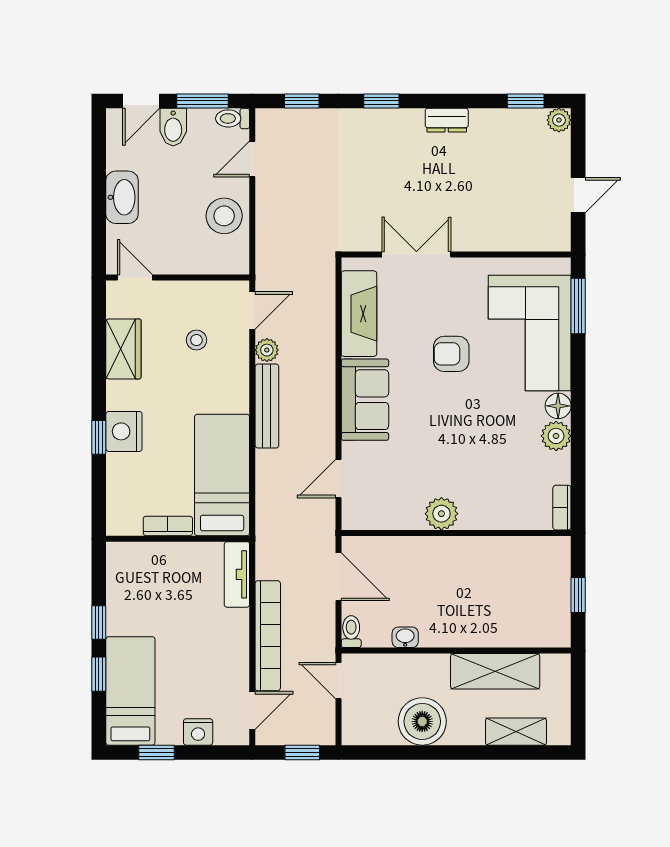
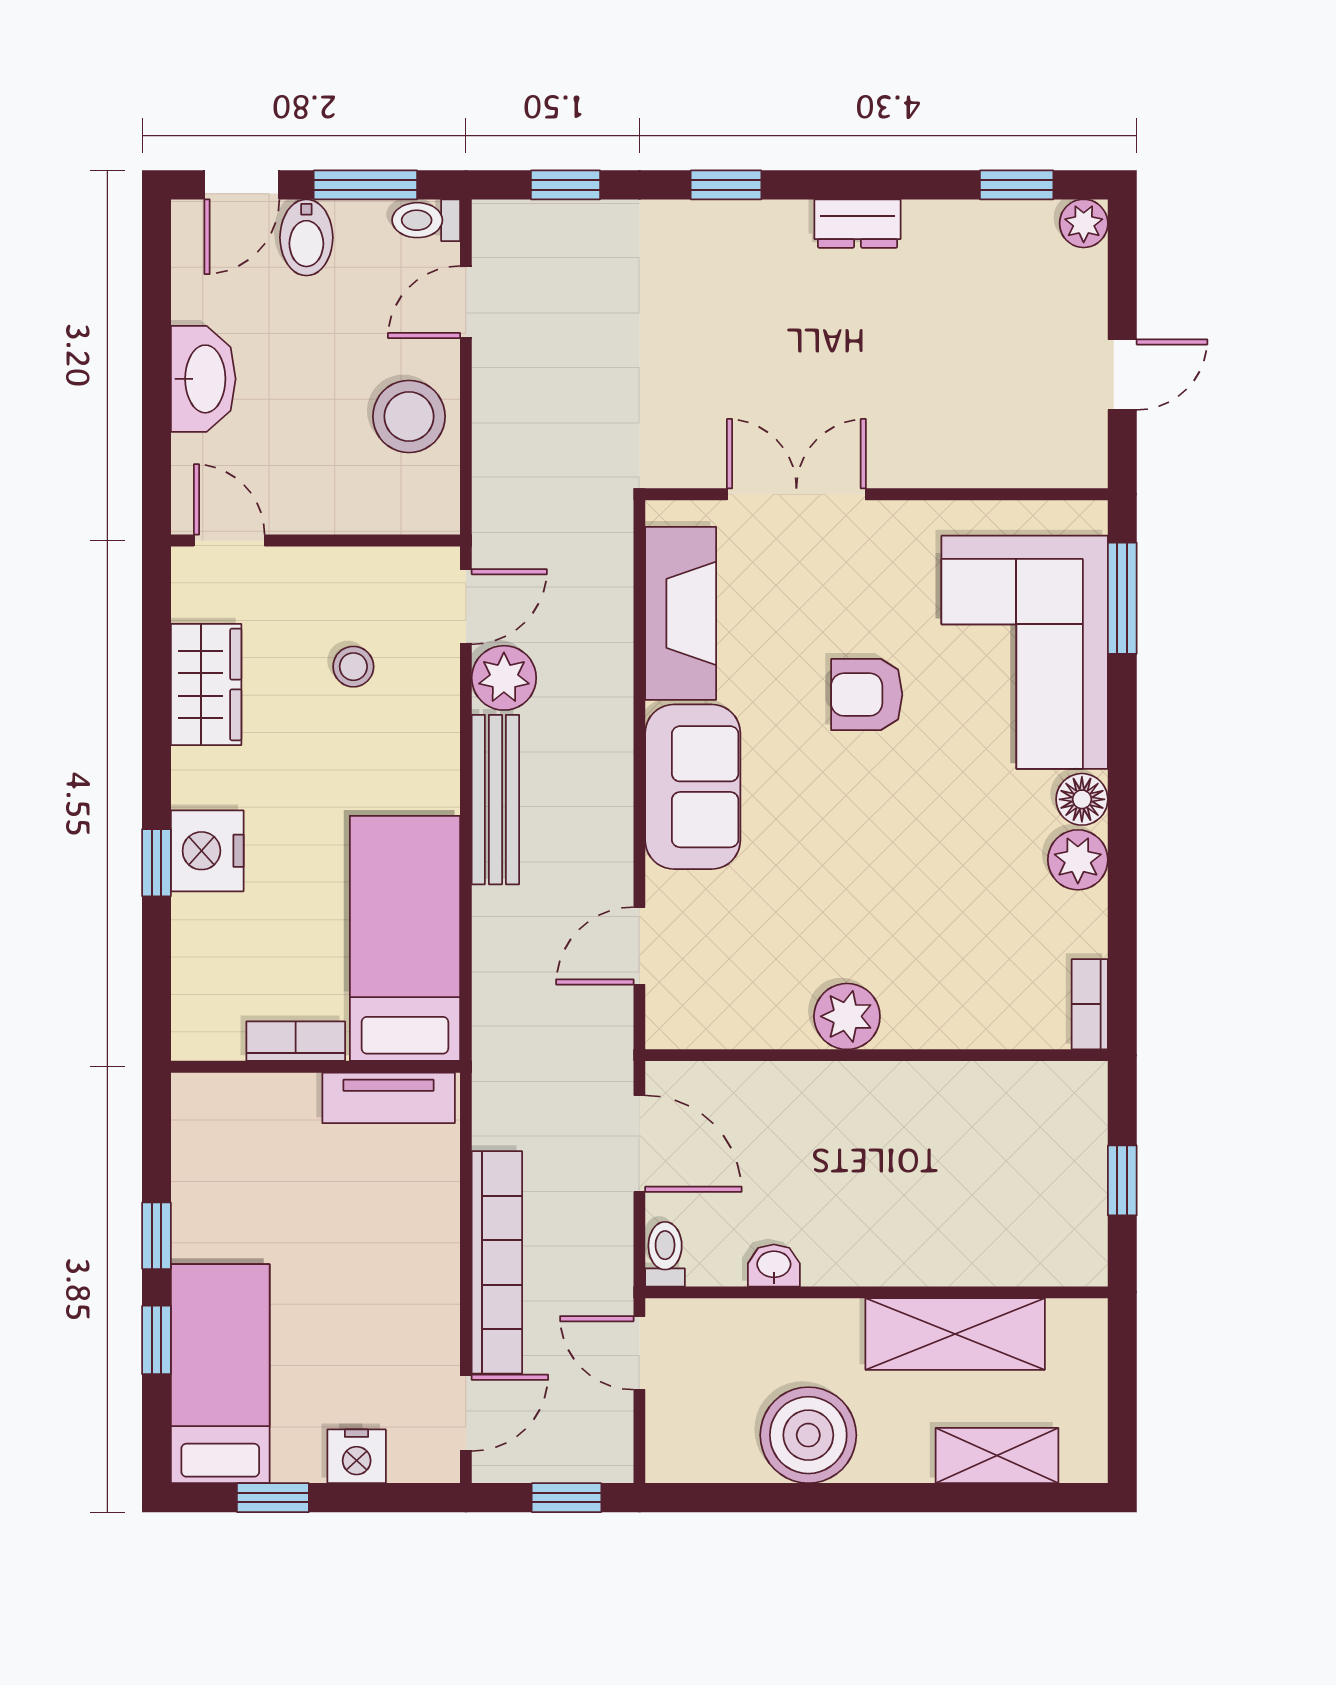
plant: (267, 350) -> (504, 678), width x1.38, depth x1.38
tv unit: (237, 574) -> (389, 1098), moved, turned -90

